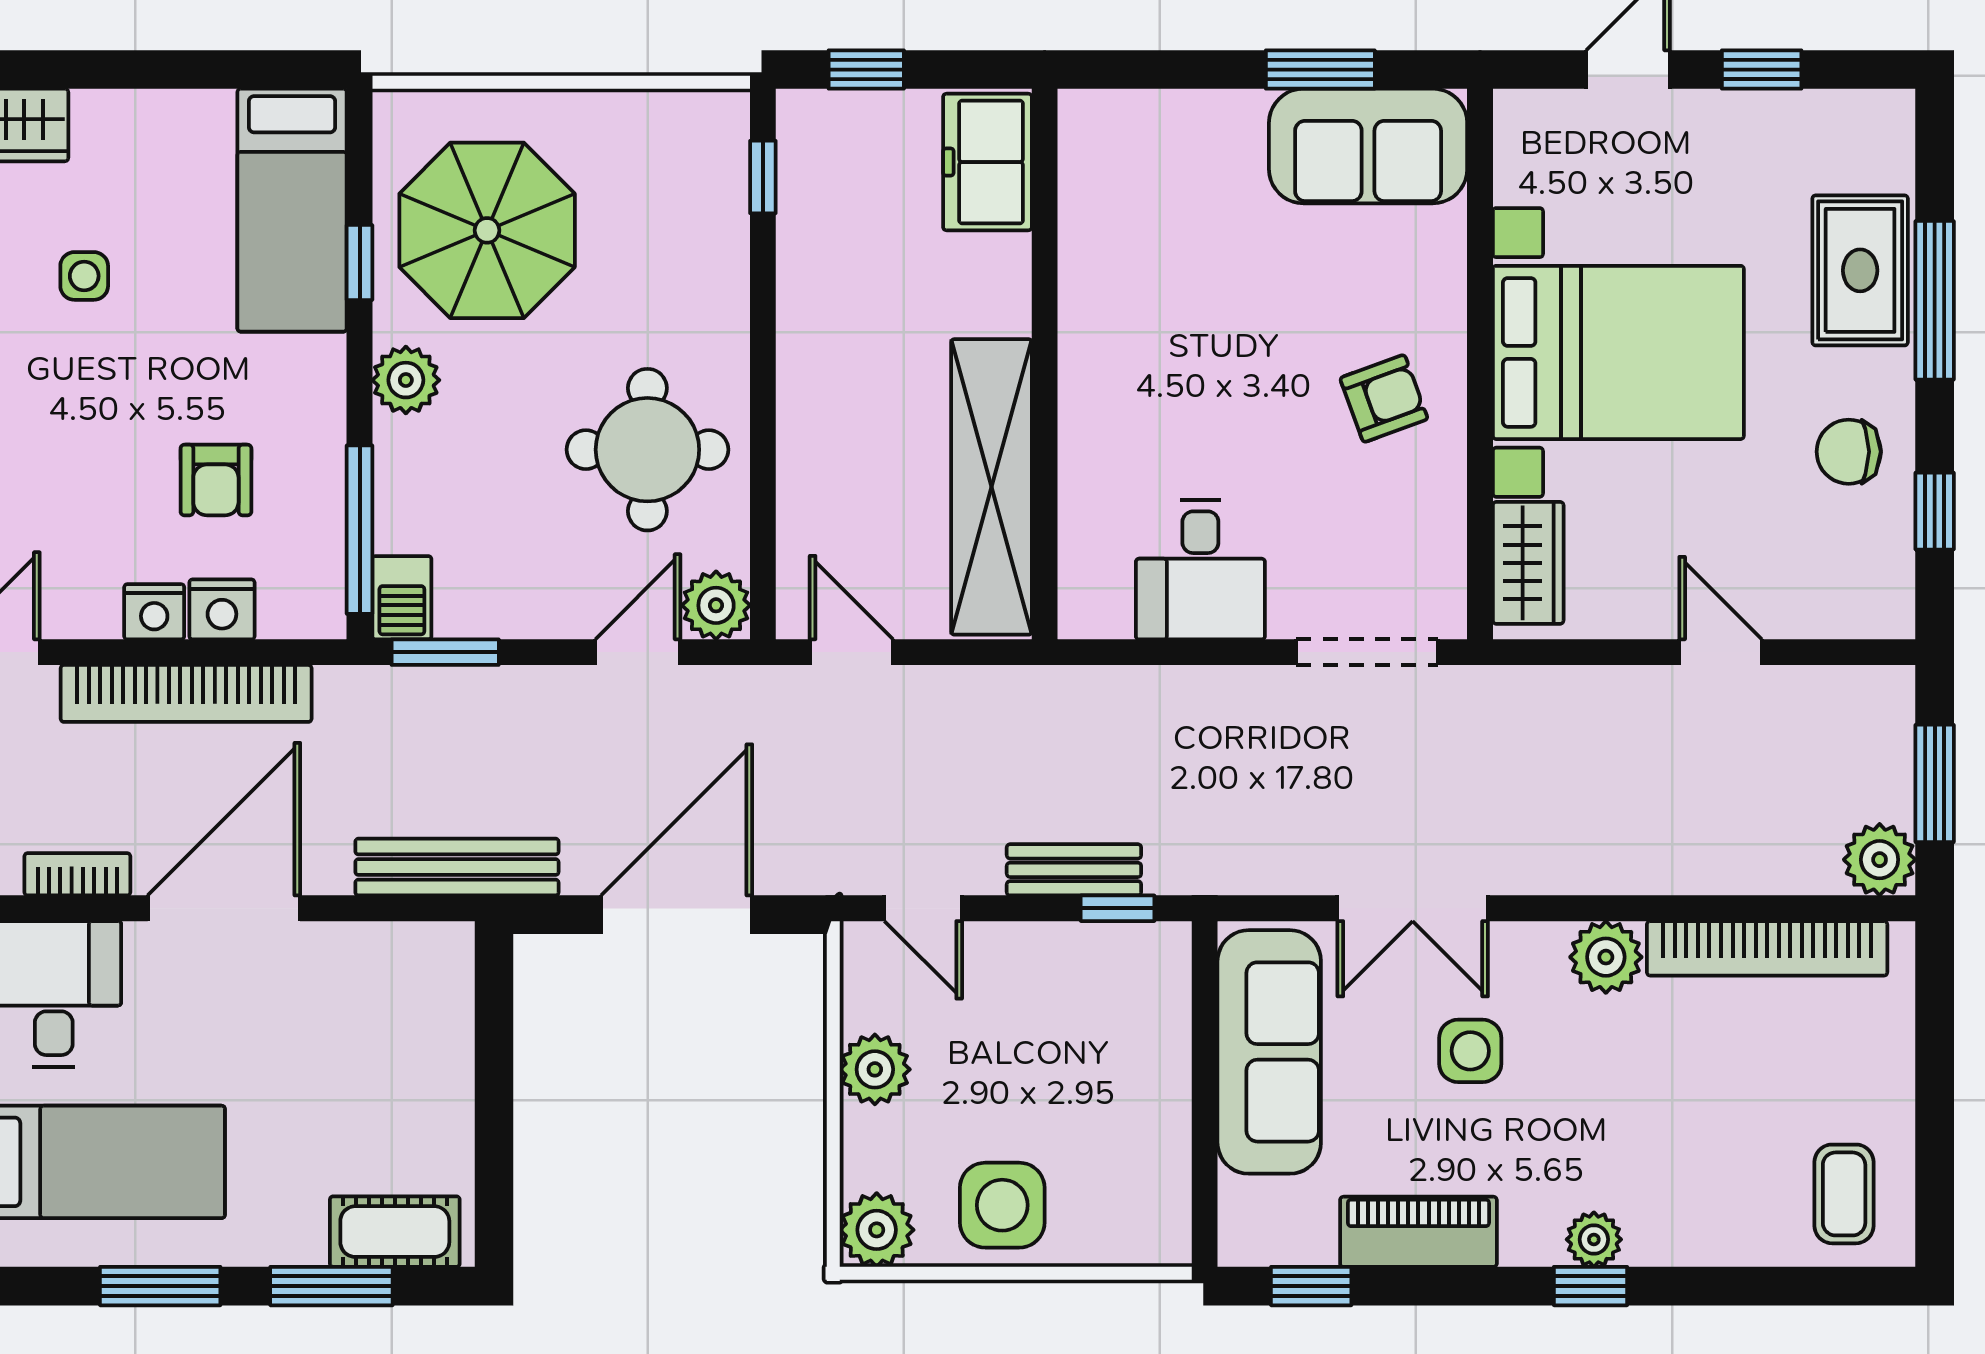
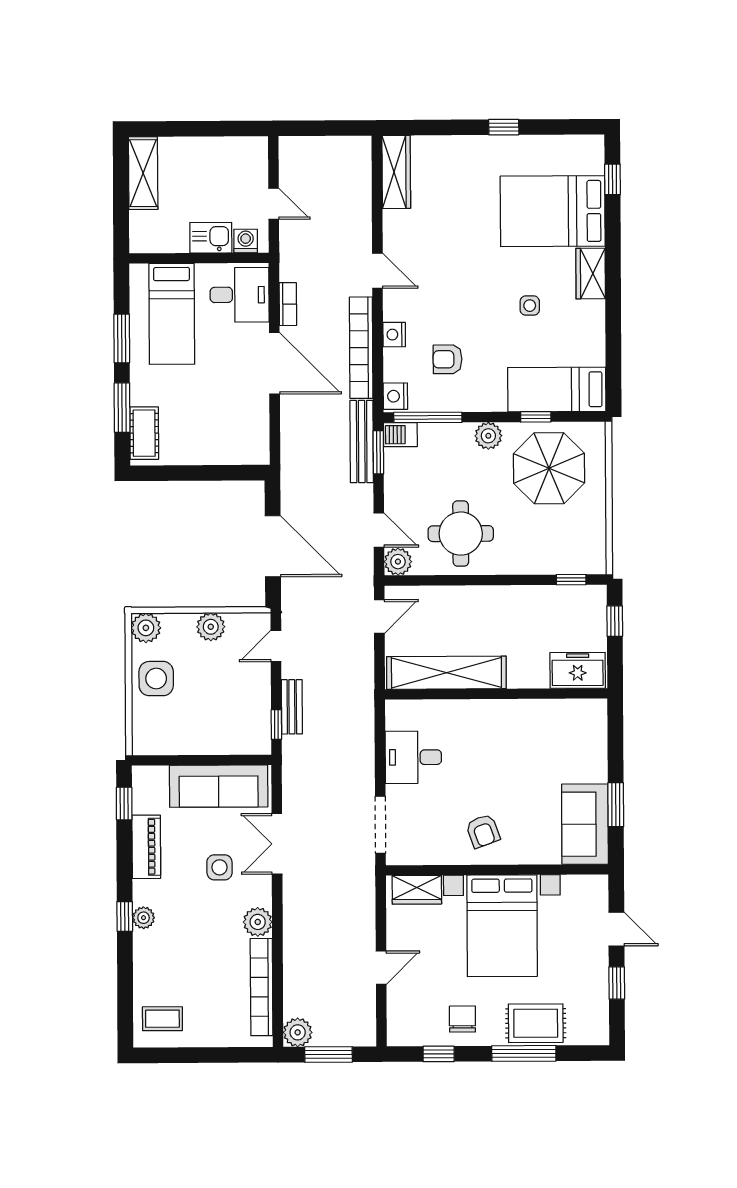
nightstand: (222, 609) -> (395, 396), moved
bench: (457, 867) -> (362, 442), moved

